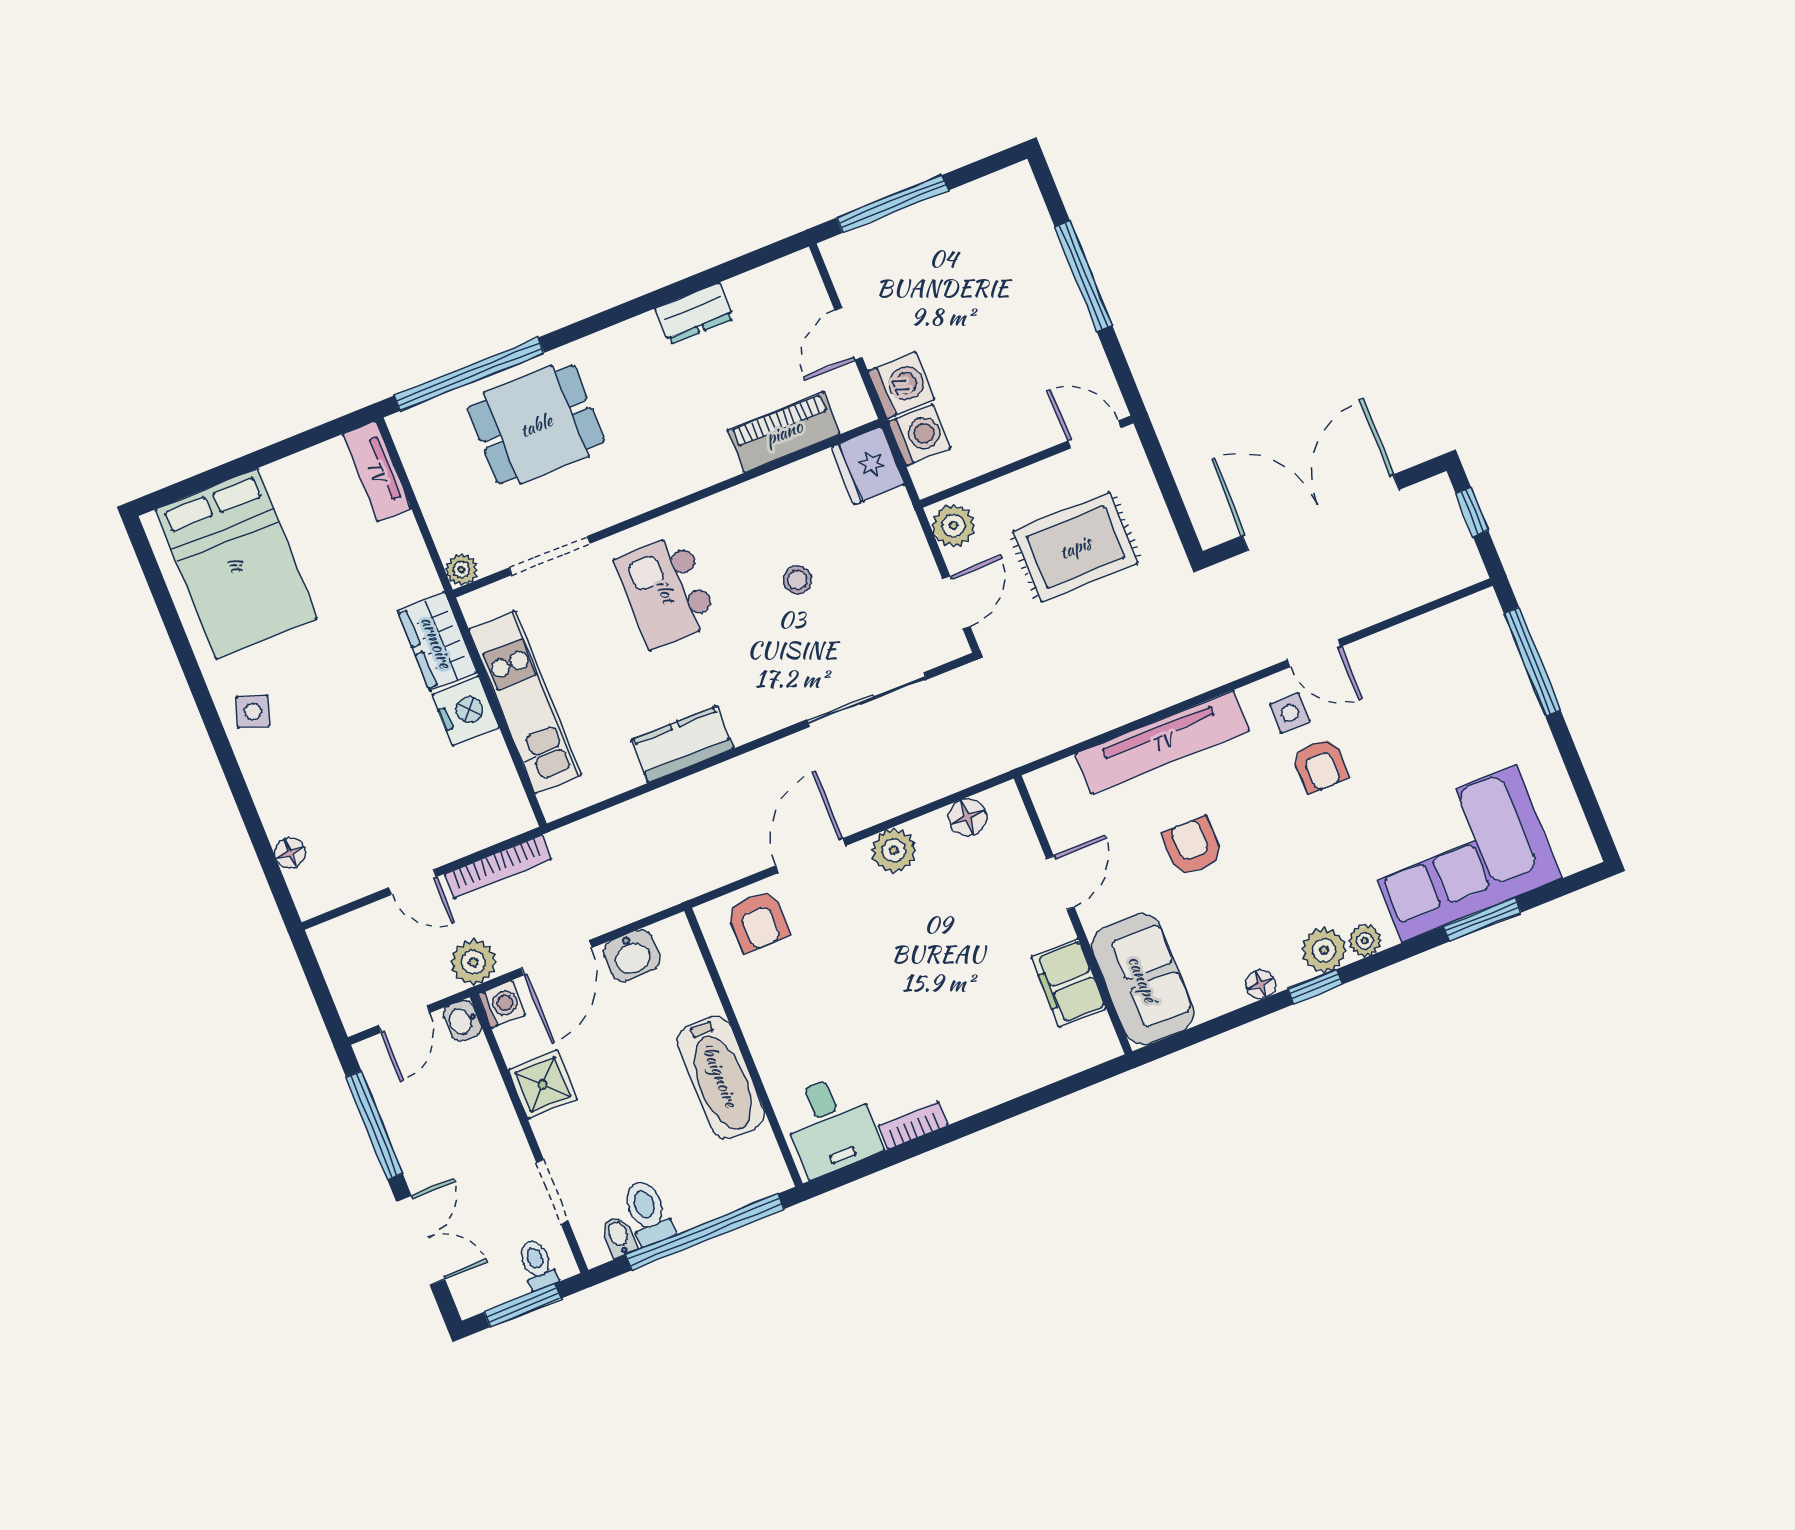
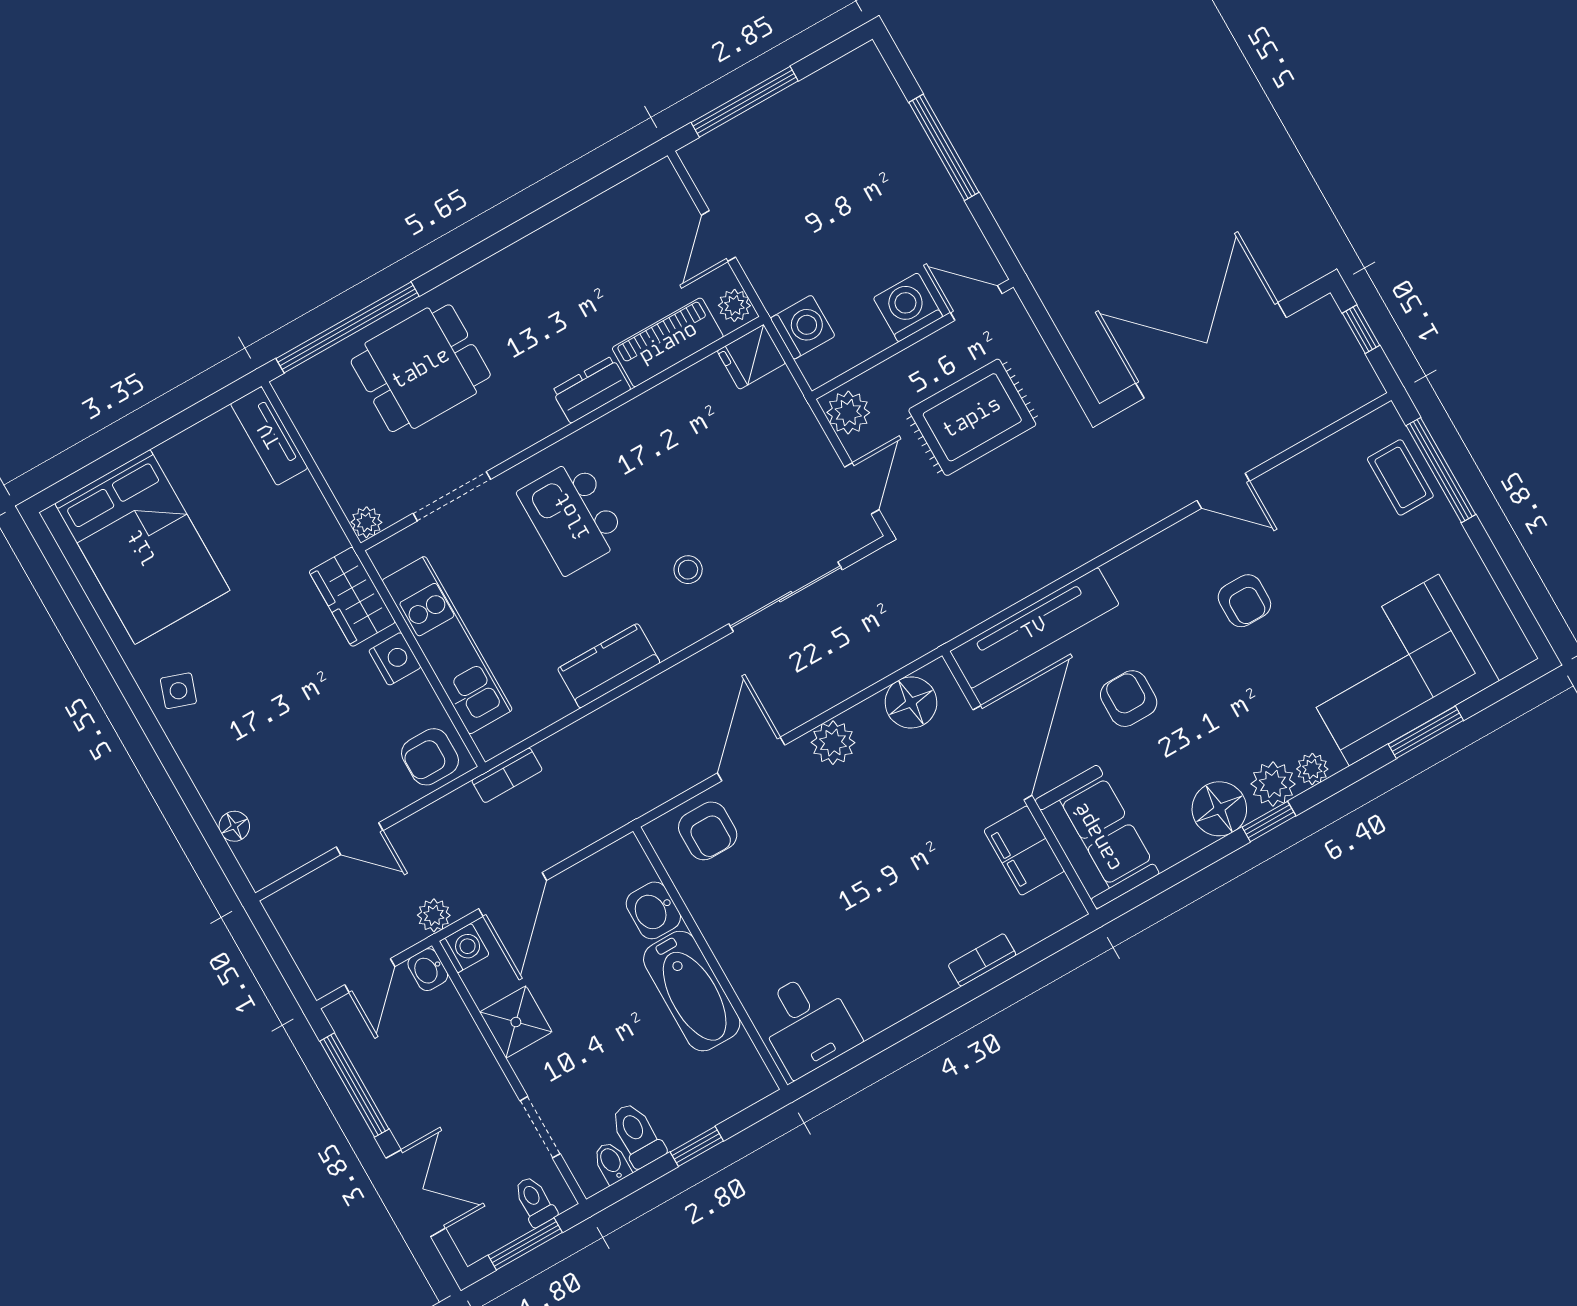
dresser: (695, 314) -> (591, 390), moved, turned 180
washing machine: (901, 385) -> (908, 307), moved, turned -90
plant: (855, 404) -> (734, 305), added
fridge: (868, 466) -> (751, 357), width x0.72
stool: (797, 580) -> (688, 570), moved
coffee table: (1491, 664) -> (1400, 477), added
nightstand: (466, 711) -> (395, 659), width x0.74, depth x0.75
side table: (1290, 713) -> (1207, 553), removed
tv unit: (1162, 742) -> (1034, 628), moved
armchair: (493, 810) -> (430, 757), added
floor lamp: (967, 817) -> (911, 703), width x1.38, depth x1.38
bookcase: (498, 867) -> (507, 775), moved, width x0.64
door: (1060, 883) -> (1002, 753), width x1.87
washbasin: (632, 955) -> (653, 910), moved, turned 90
plant: (473, 962) -> (434, 915), width x0.73, depth x0.73
floor lamp: (1260, 984) -> (1219, 809), width x1.89, depth x1.89
bookcase: (913, 1125) -> (982, 960), moved
window: (705, 1232) -> (697, 1146), width x0.32

